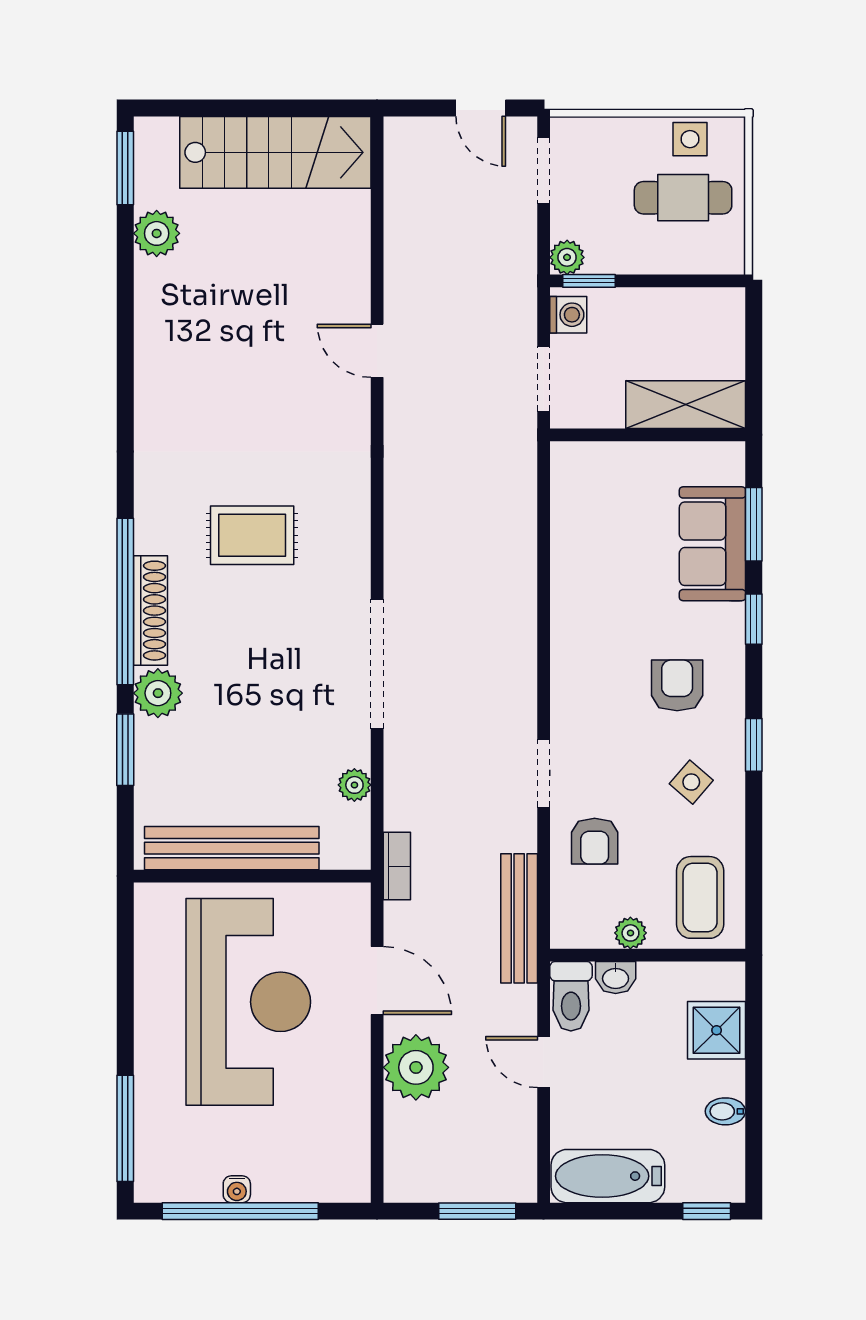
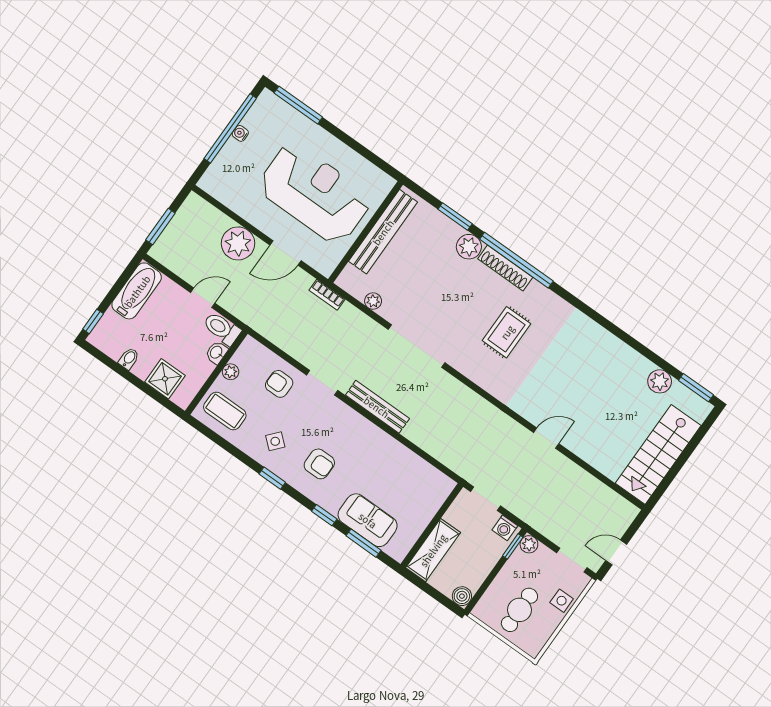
side table: (690, 139) -> (562, 601), moved
boiler: (727, 306) -> (462, 596), added
bench: (519, 918) -> (377, 407), moved
reception desk: (248, 1002) -> (315, 193), turned 180

